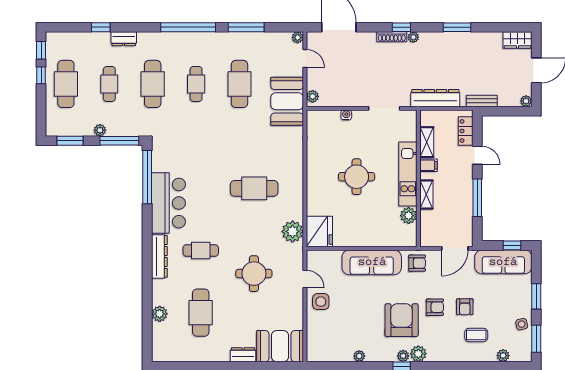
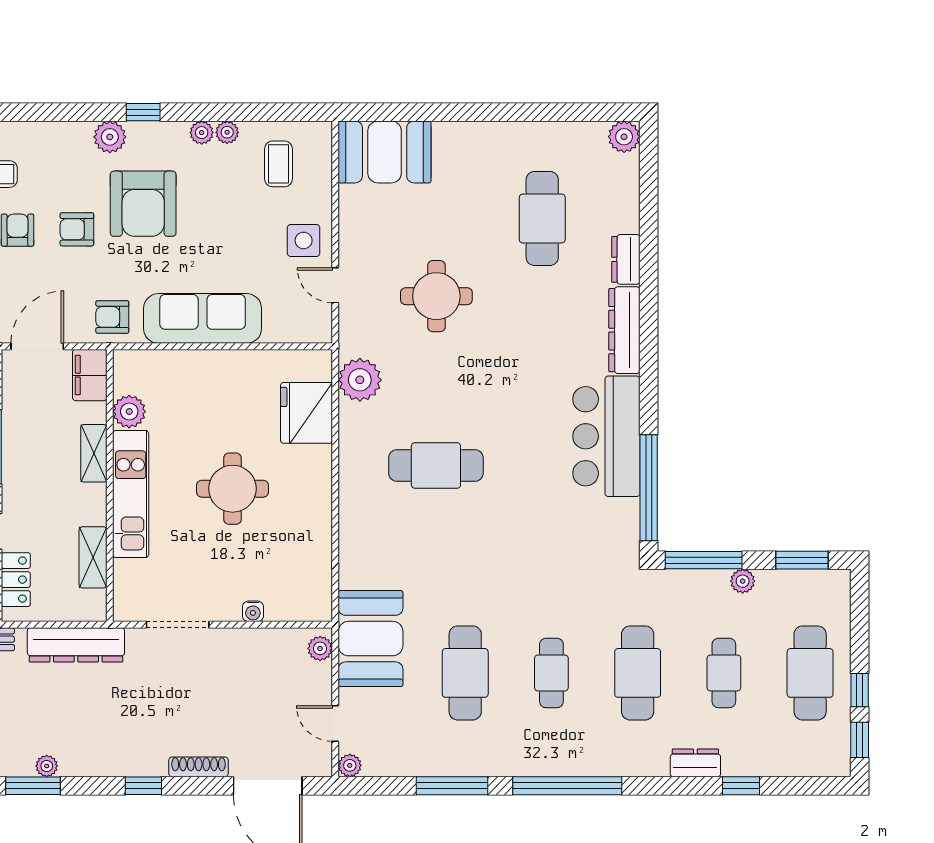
shoe rack: (392, 37) -> (199, 767), moved
plant: (413, 37) -> (47, 766), moved
filing cabinet: (428, 165) -> (90, 375), moved, width x2.00
fridge: (319, 231) -> (306, 413), moved
cafe table: (201, 250) -> (542, 342), removed
plant: (160, 314) -> (624, 137), moved
coffee table: (333, 340) -> (279, 164), added
dresser: (243, 355) -> (626, 259), moved, turned 90
plant: (403, 356) -> (202, 133), moved

